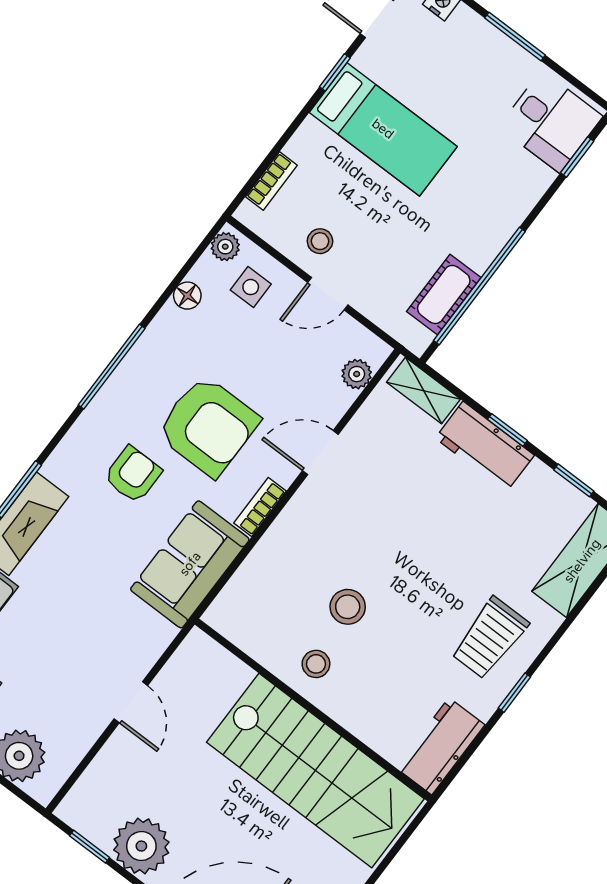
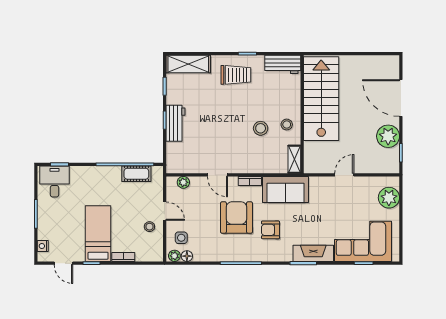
bookcase: (271, 181) -> (123, 257), moved
floor lamp: (187, 296) -> (187, 256), moved
shelving: (424, 391) -> (294, 159), moved

